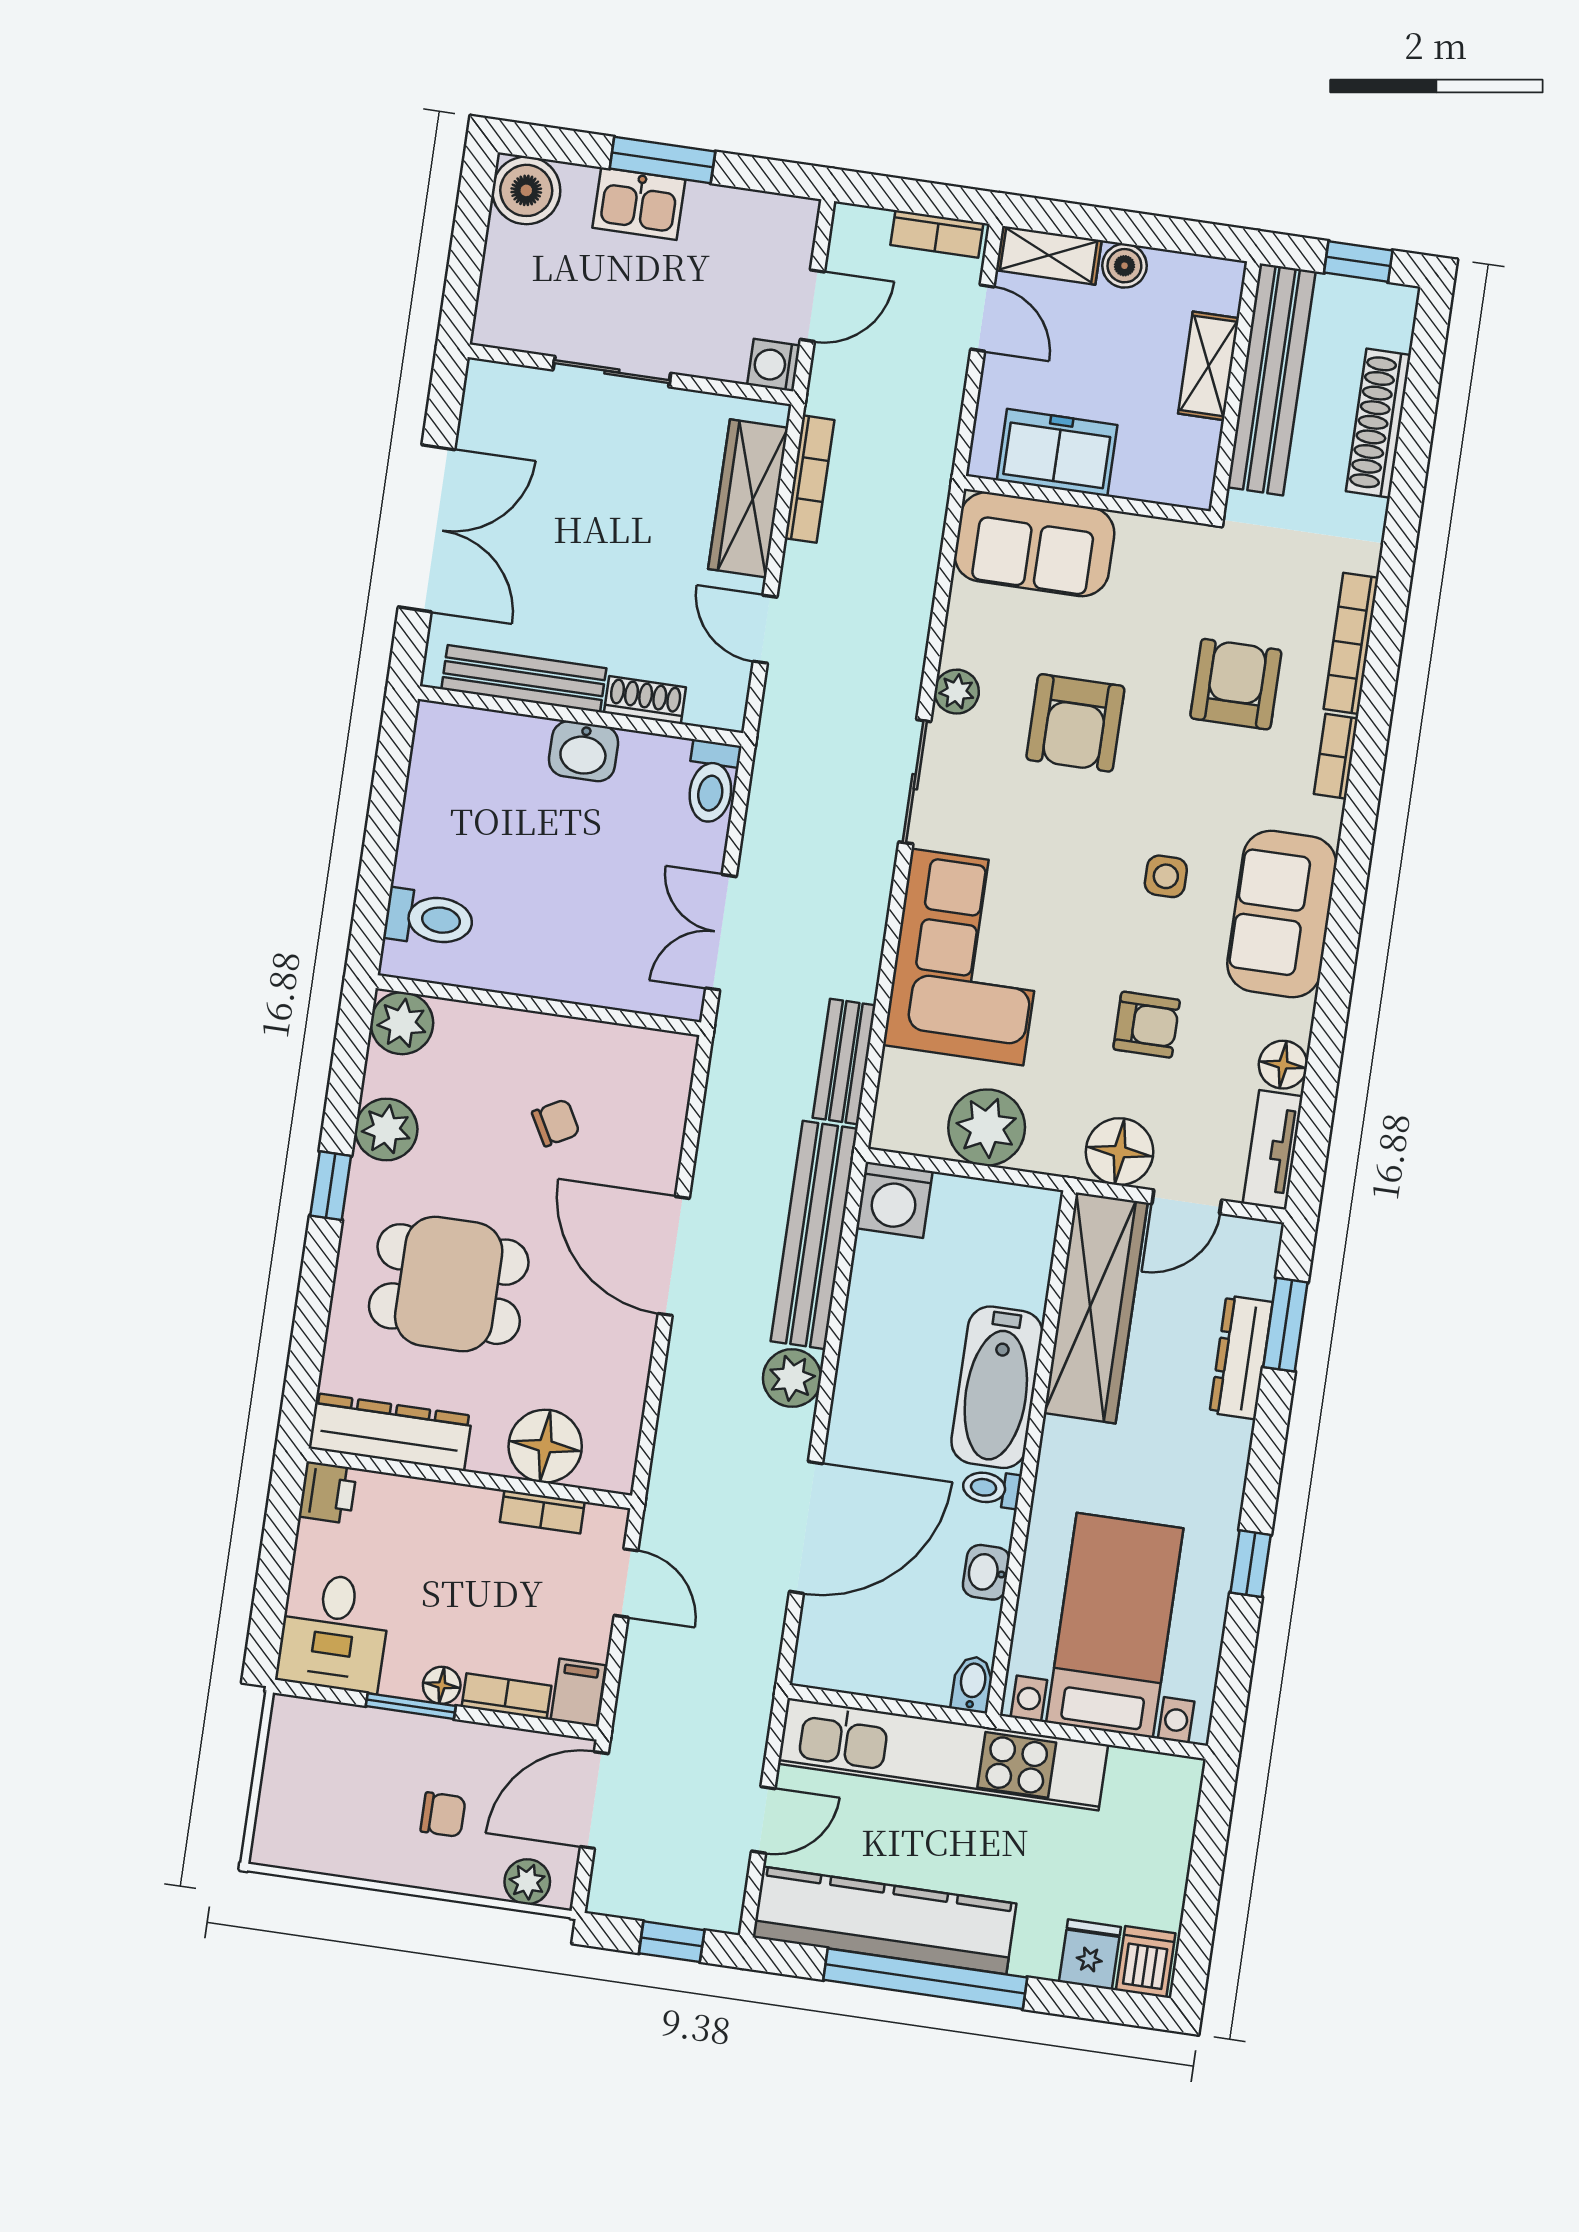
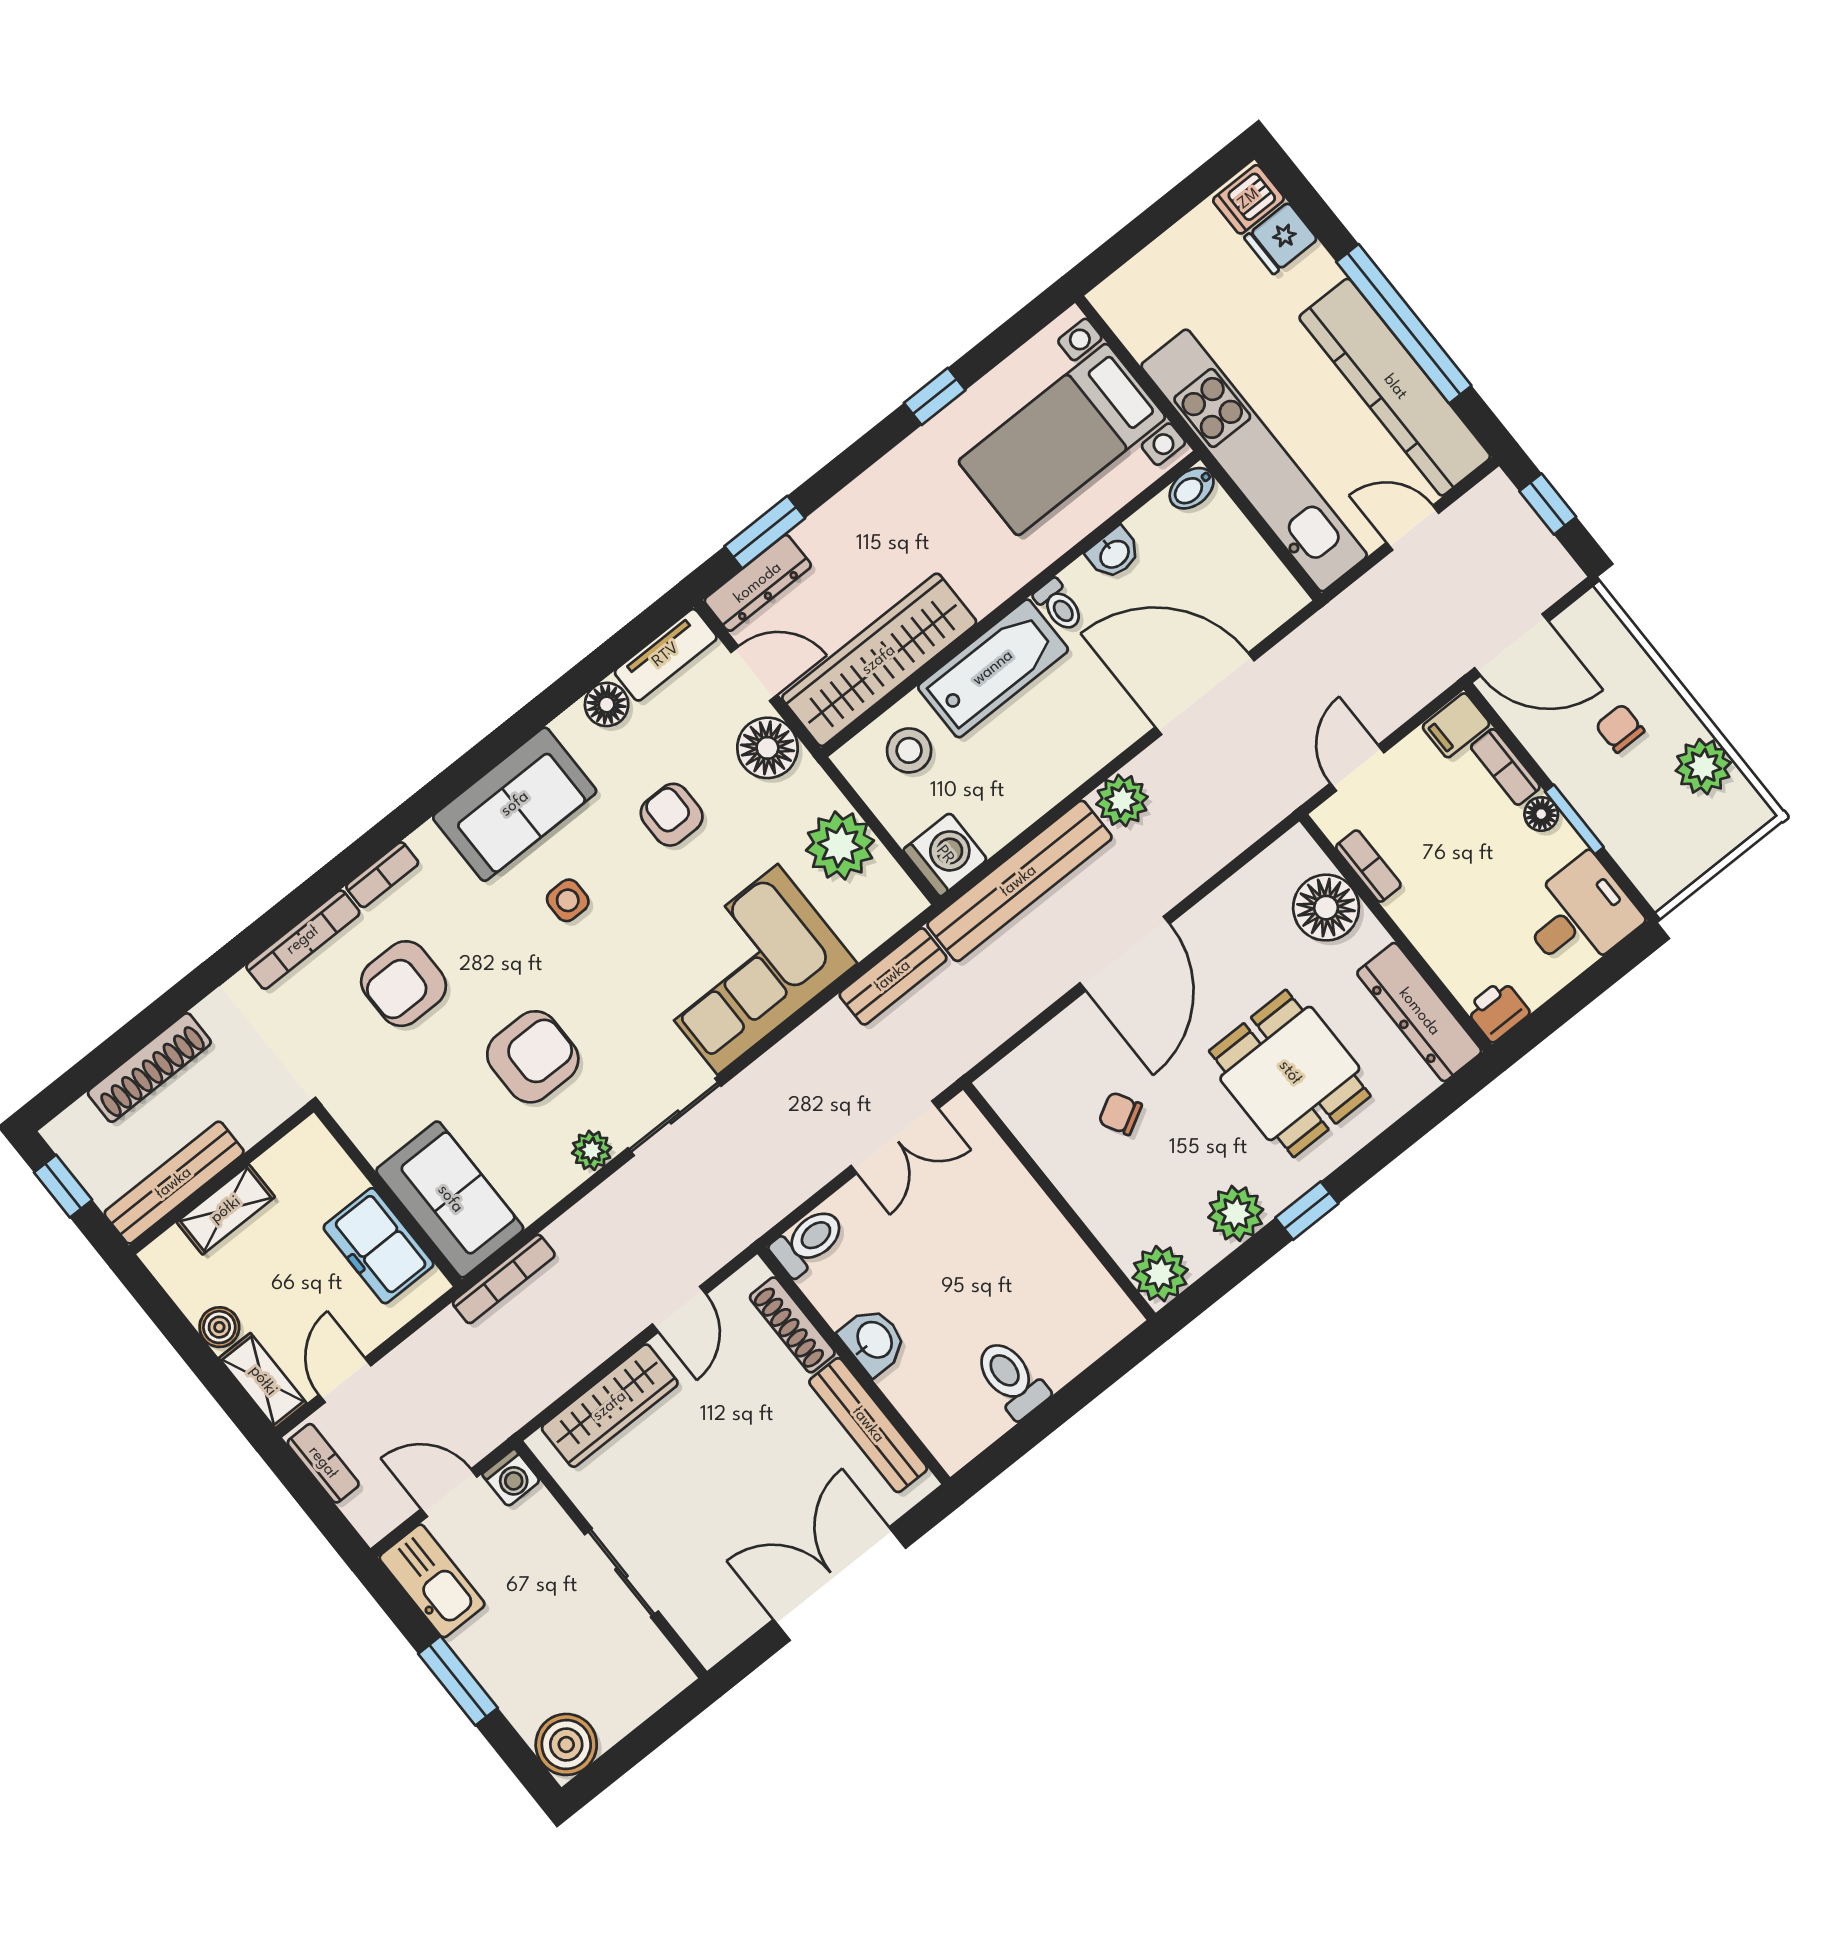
kitchen sink: (639, 204) -> (432, 1581), moved, width x1.38
bench: (1271, 379) -> (174, 1183), width x0.73, depth x0.82
bookcase: (810, 479) -> (504, 1279), moved, turned 180
shoe rack: (645, 700) -> (792, 1325), width x1.43
toilet: (429, 918) -> (1011, 1379), moved
stool: (1003, 1257) -> (909, 750), added
dresser: (1241, 1357) -> (758, 583), moved
plant: (527, 1882) -> (1703, 767), moved, width x1.38, depth x1.38

